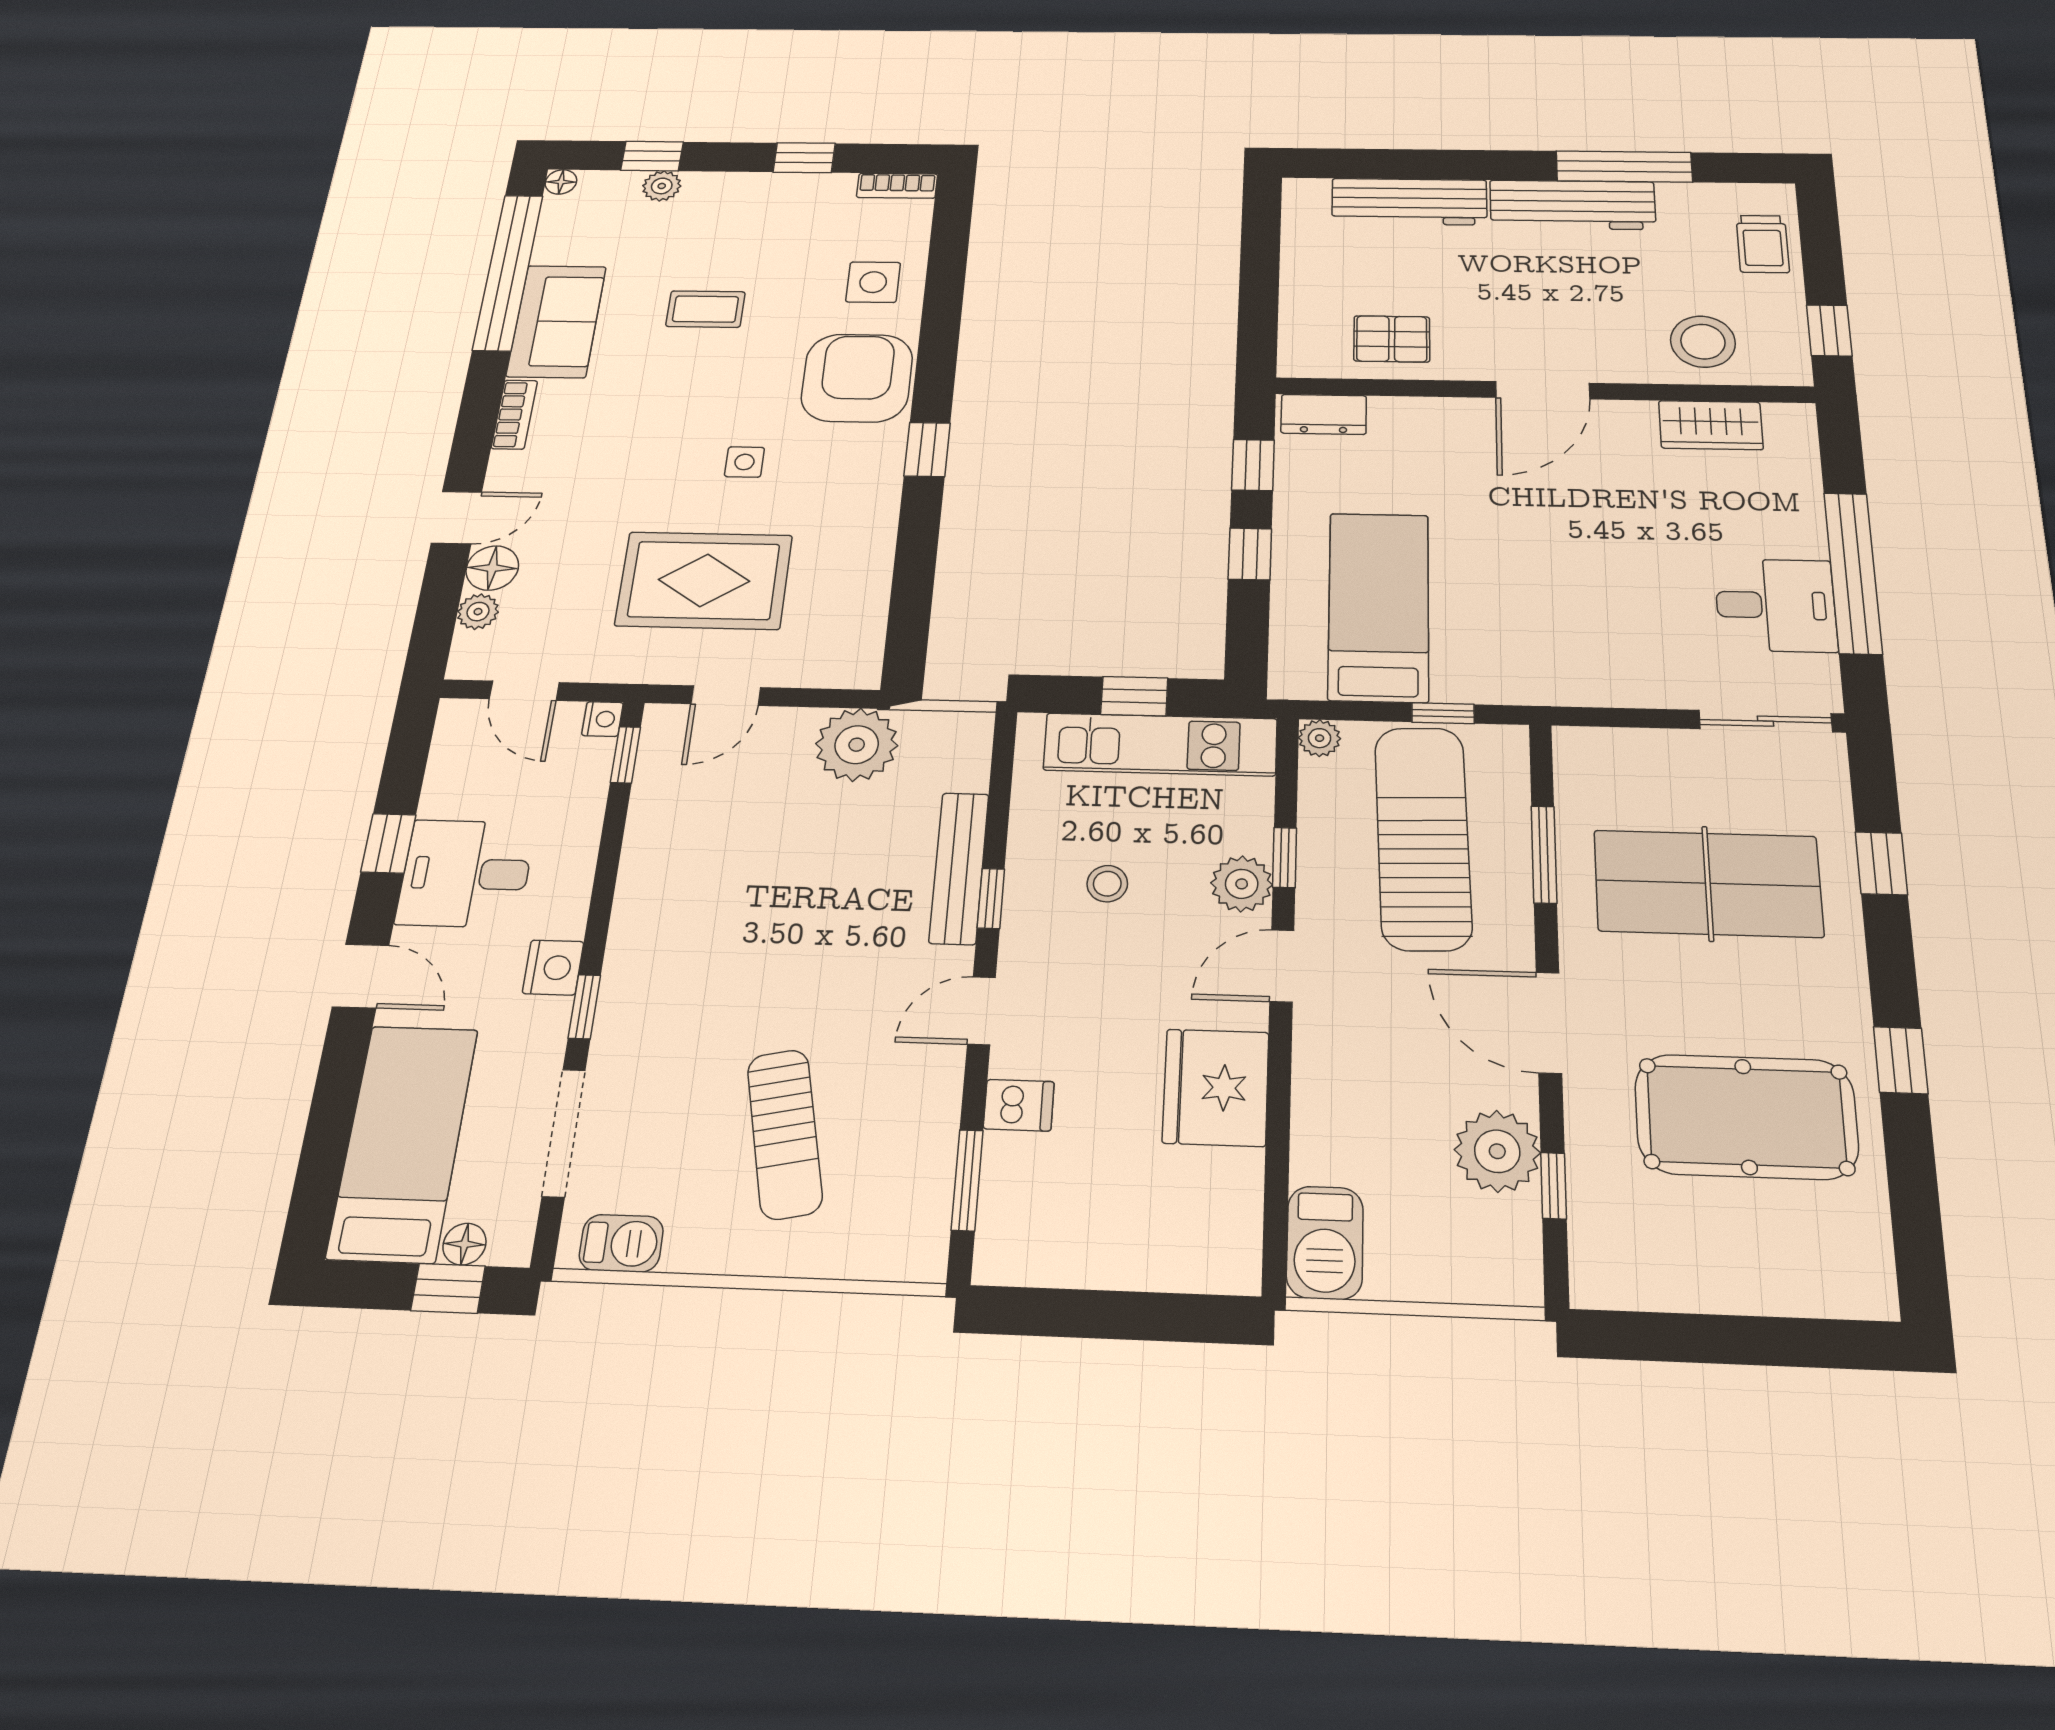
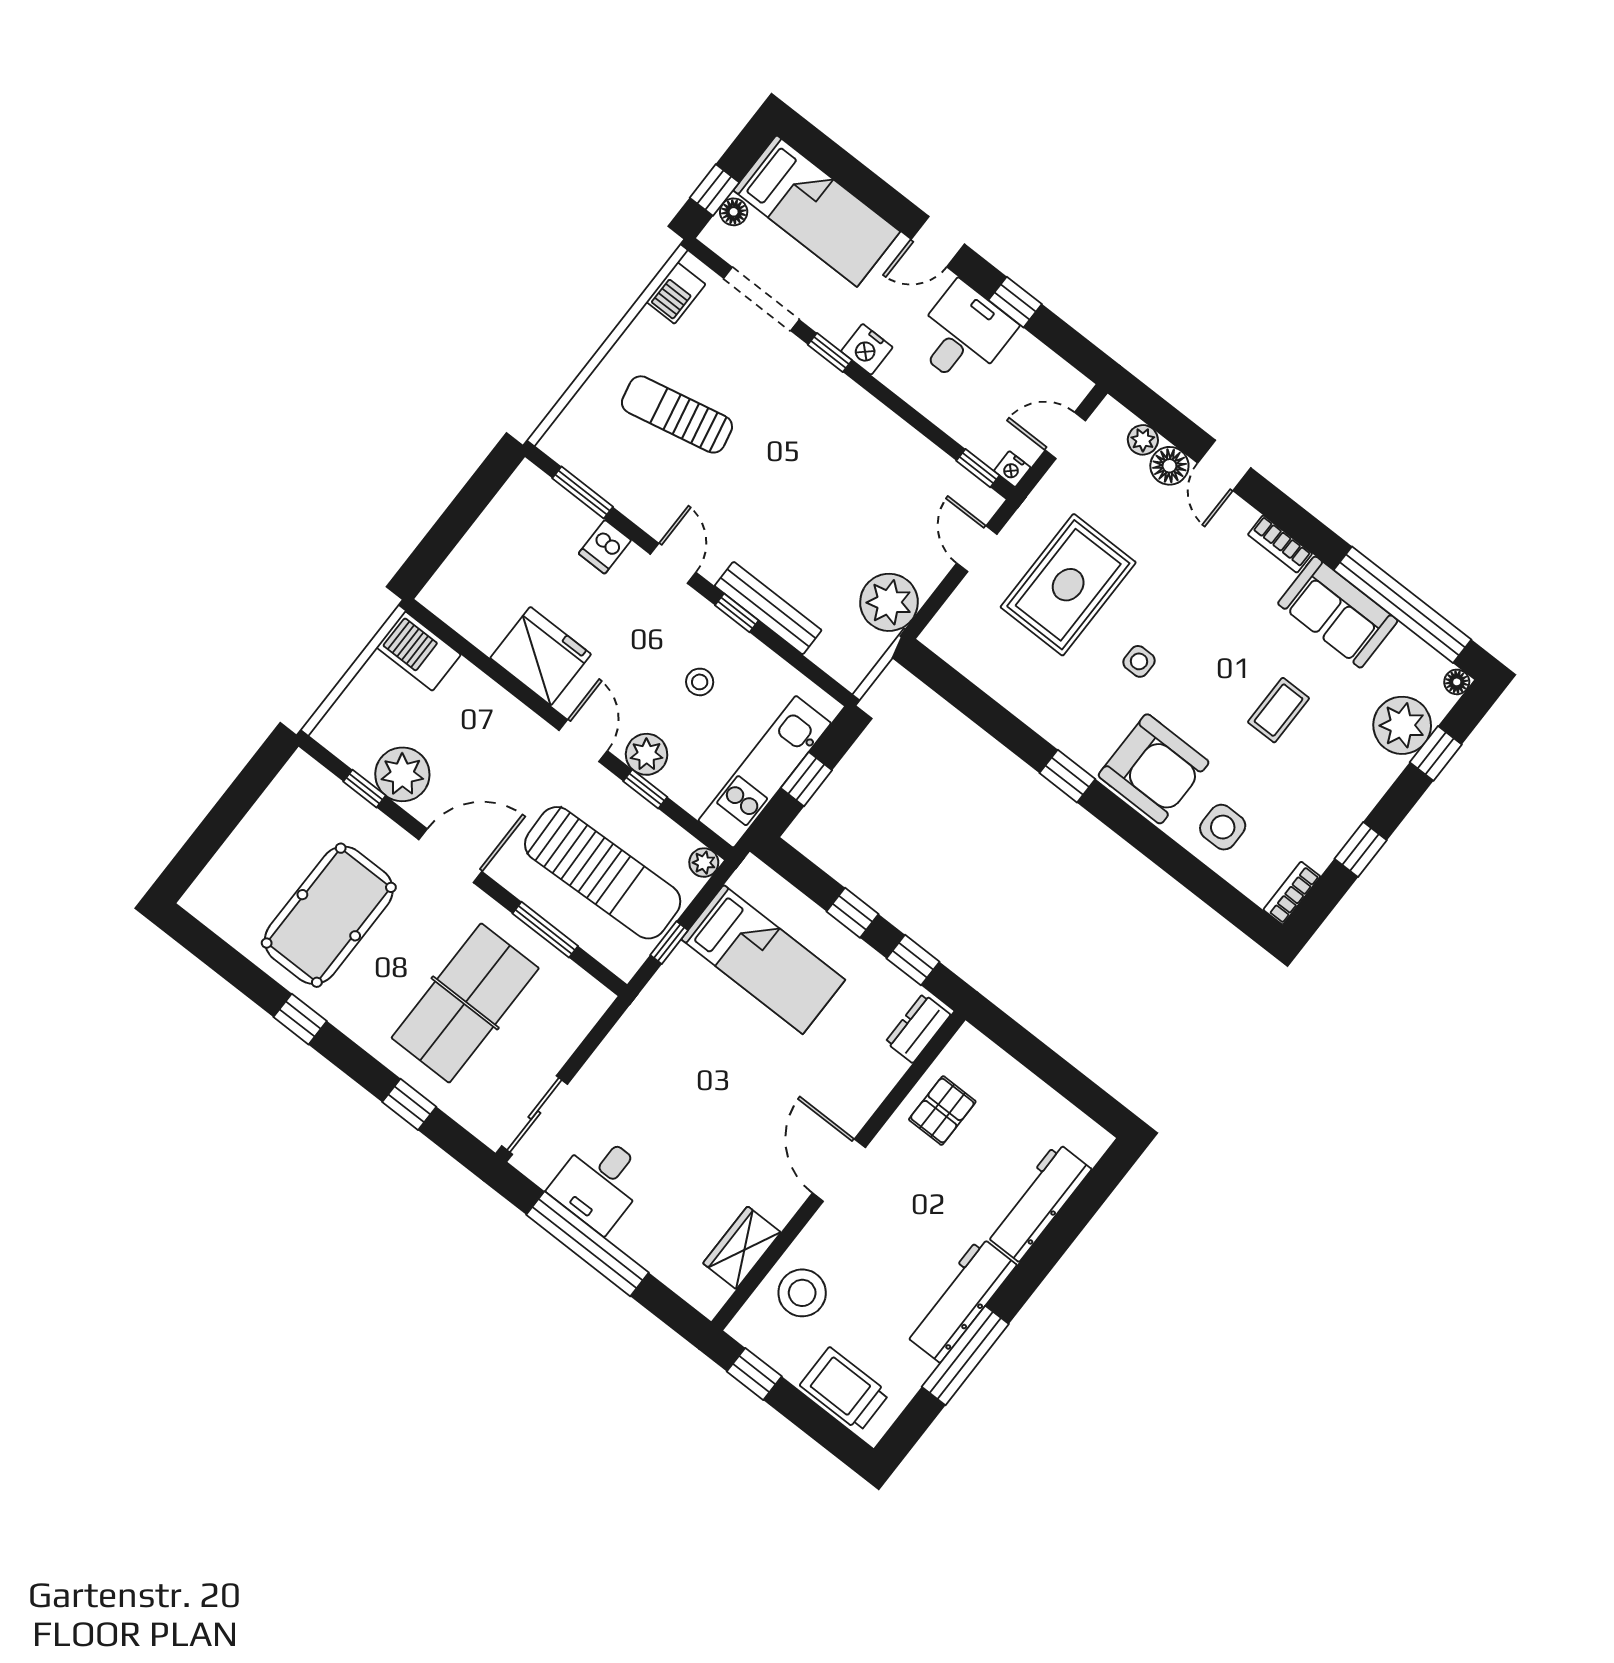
plant: (662, 186) -> (1402, 725), width x1.88, depth x1.88
trolley: (1763, 244) -> (845, 1389), width x1.36, depth x1.39

